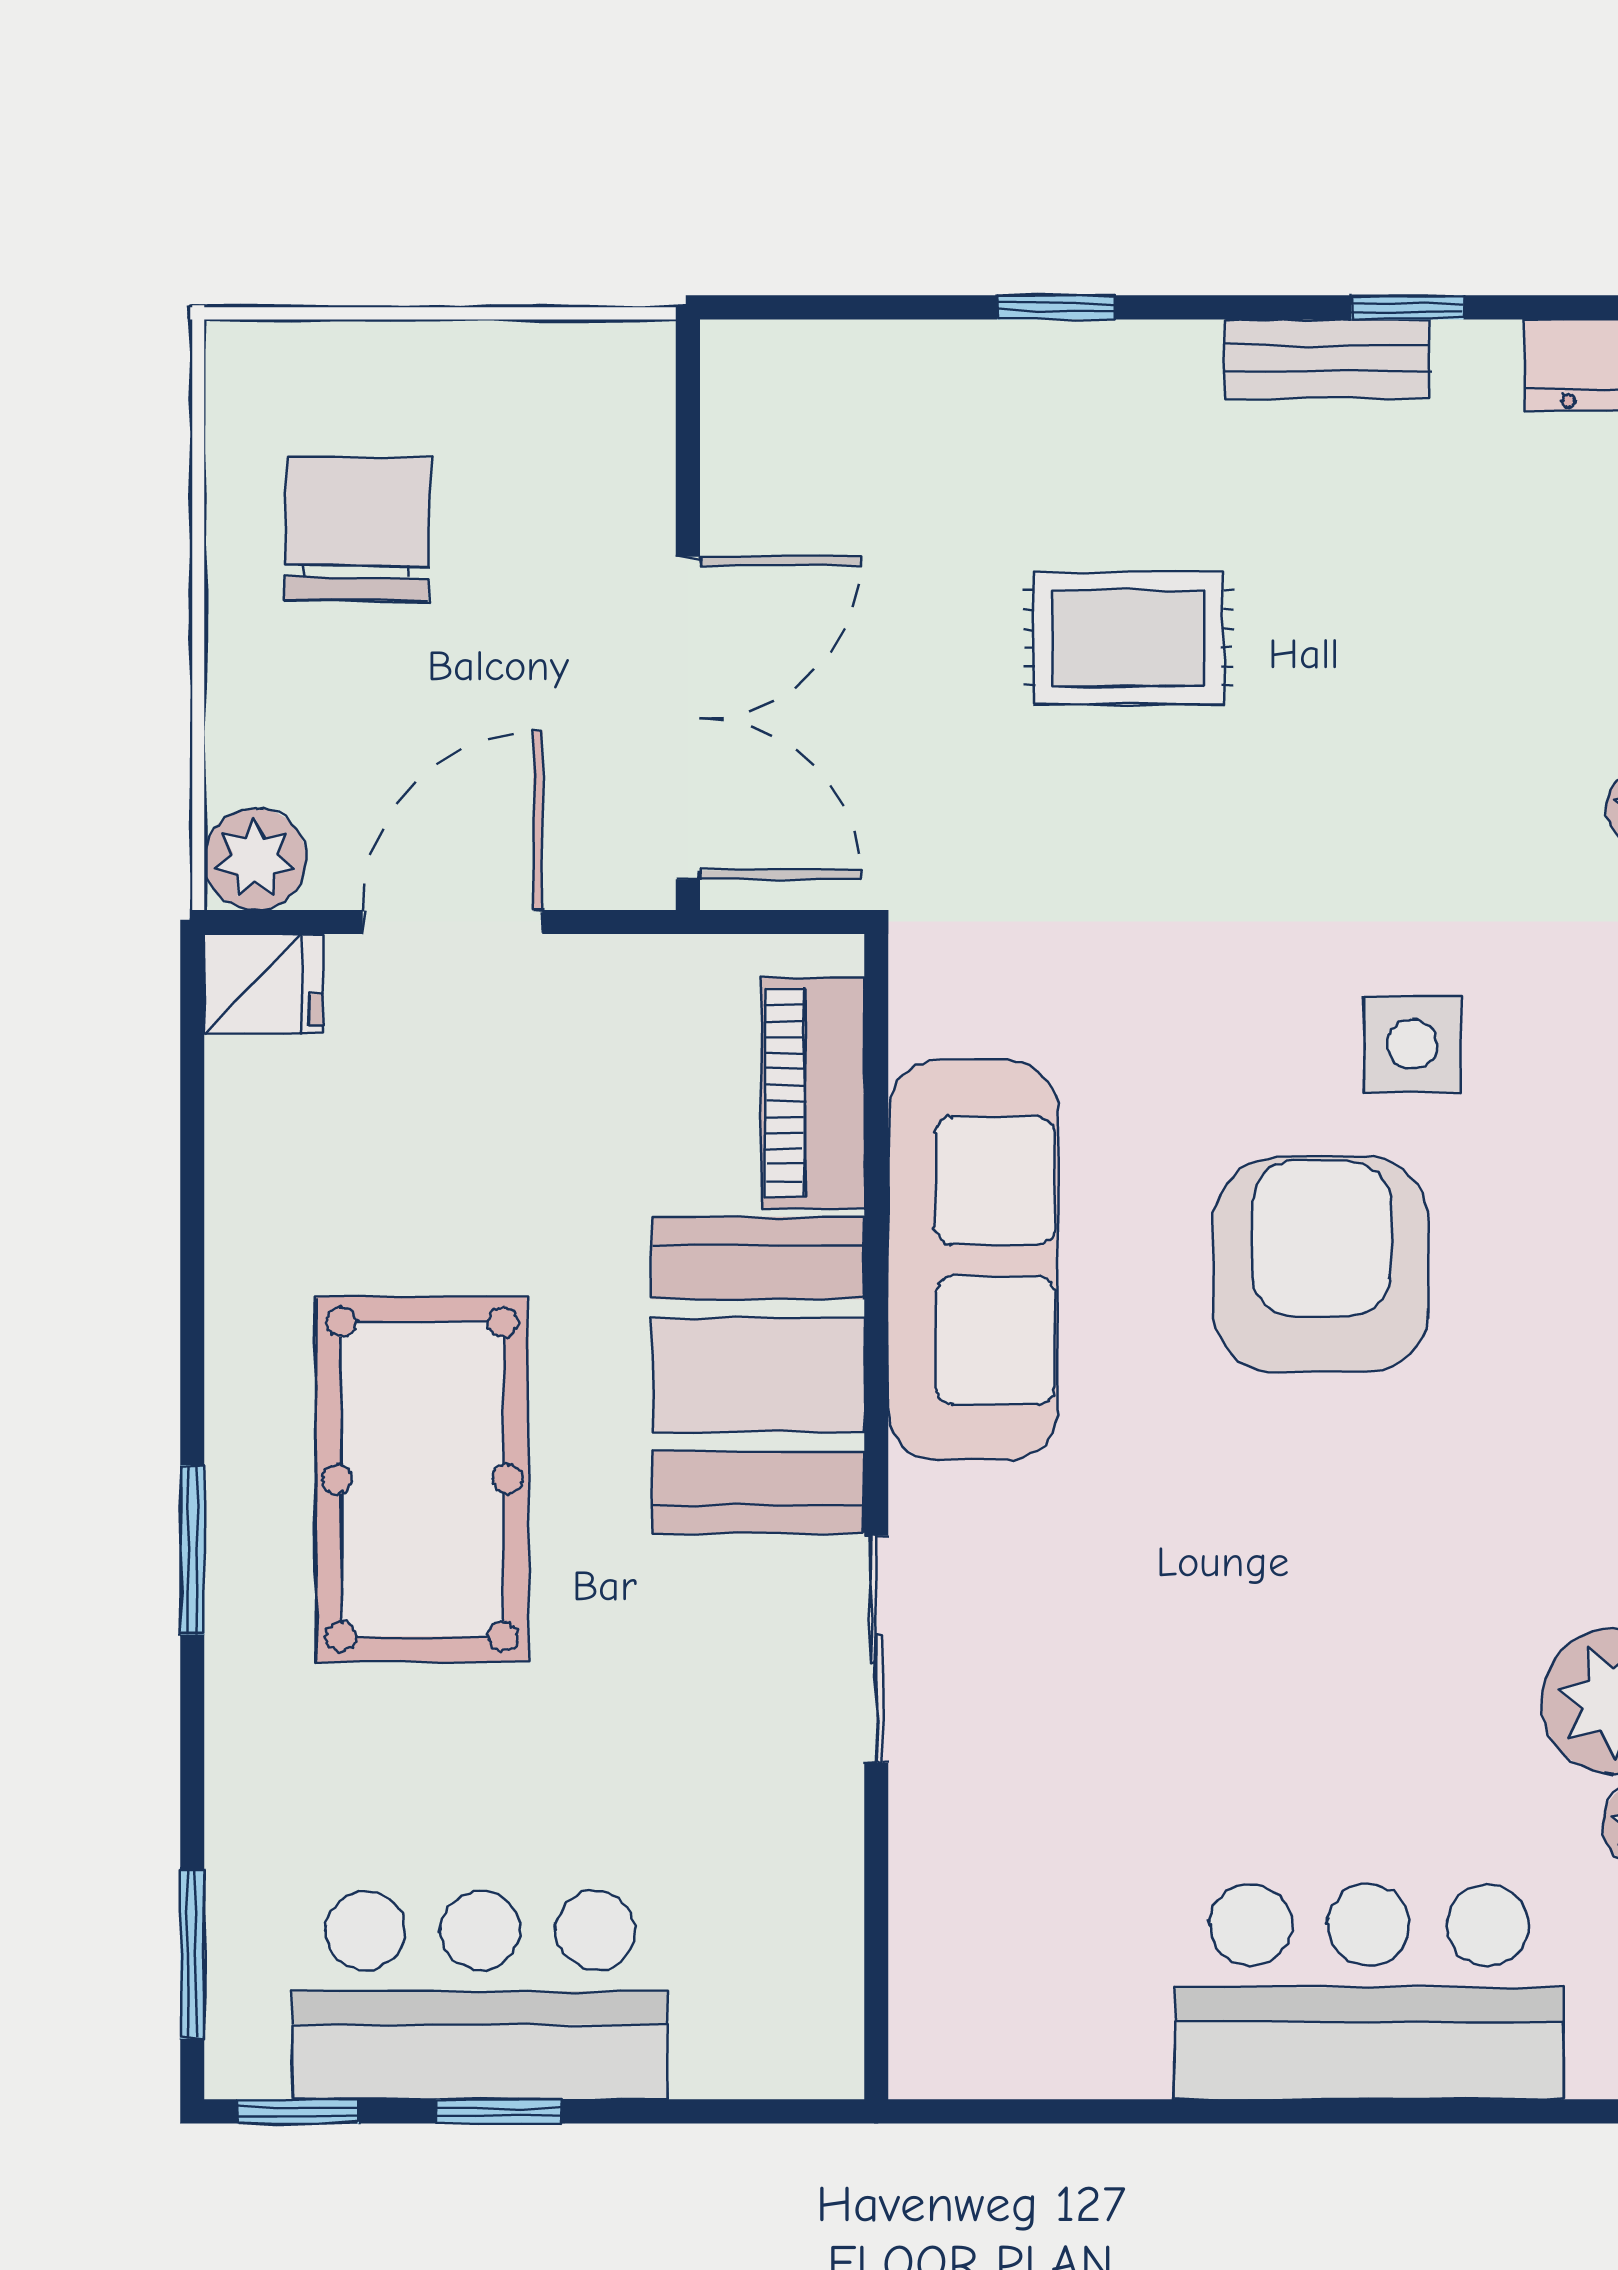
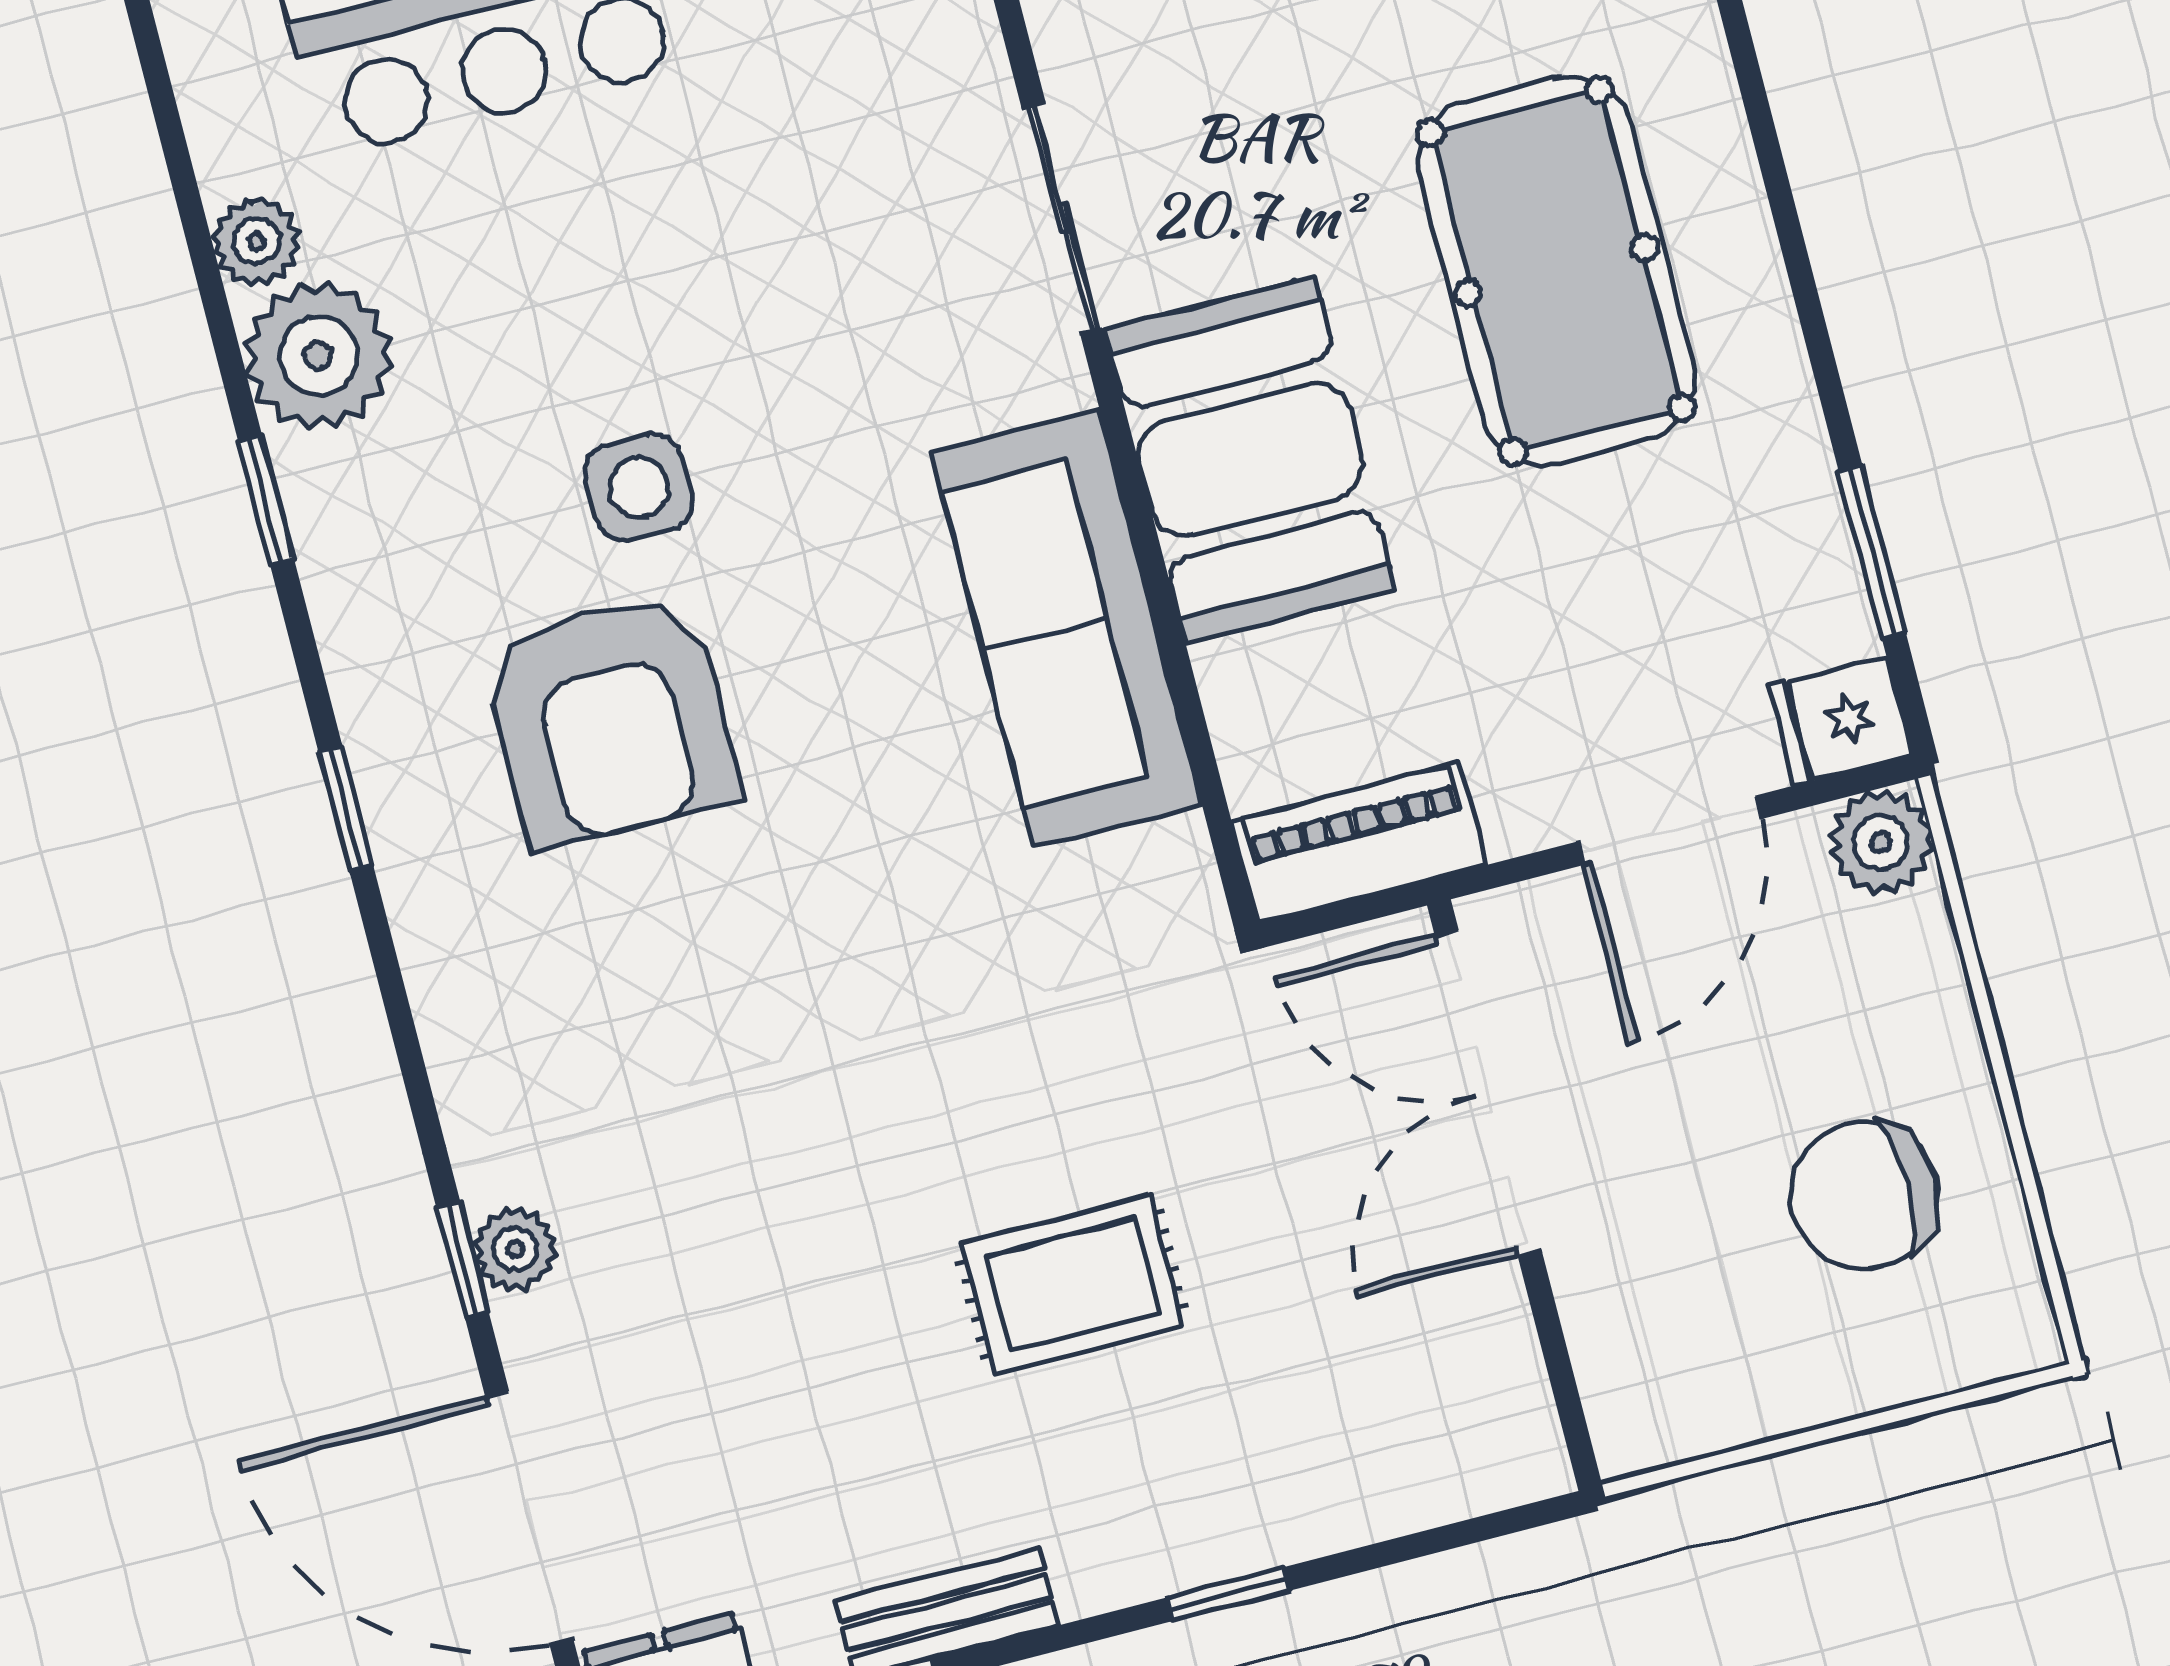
chair: (357, 529) -> (1864, 1196), turned 89
side table: (1412, 1044) -> (639, 487), moved
piano: (813, 1093) -> (1359, 843), moved, turned -90
armchair: (1321, 1265) -> (610, 720), moved
window: (192, 1550) -> (1872, 552), moved

